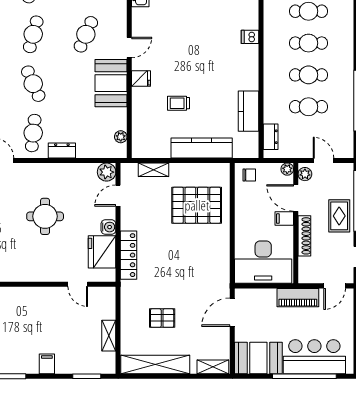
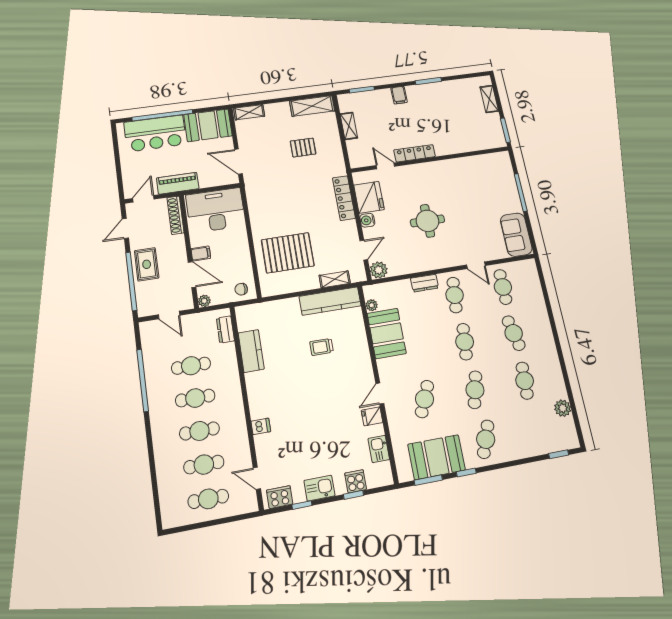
fridge: (141, 79) -> (372, 416), moved
booth: (111, 83) -> (387, 333), moved
cafe table: (33, 84) -> (465, 342), turned 30
trolley: (179, 103) -> (322, 347), turned 180
kitchen counter: (202, 148) -> (330, 301), moved
plant: (305, 174) -> (186, 299), removed
shoe rack: (304, 236) -> (175, 215), moved
locker: (43, 294) -> (415, 153), added
door: (232, 312) -> (238, 162), swing flipped
shelving: (155, 365) -> (312, 106), width x0.68

